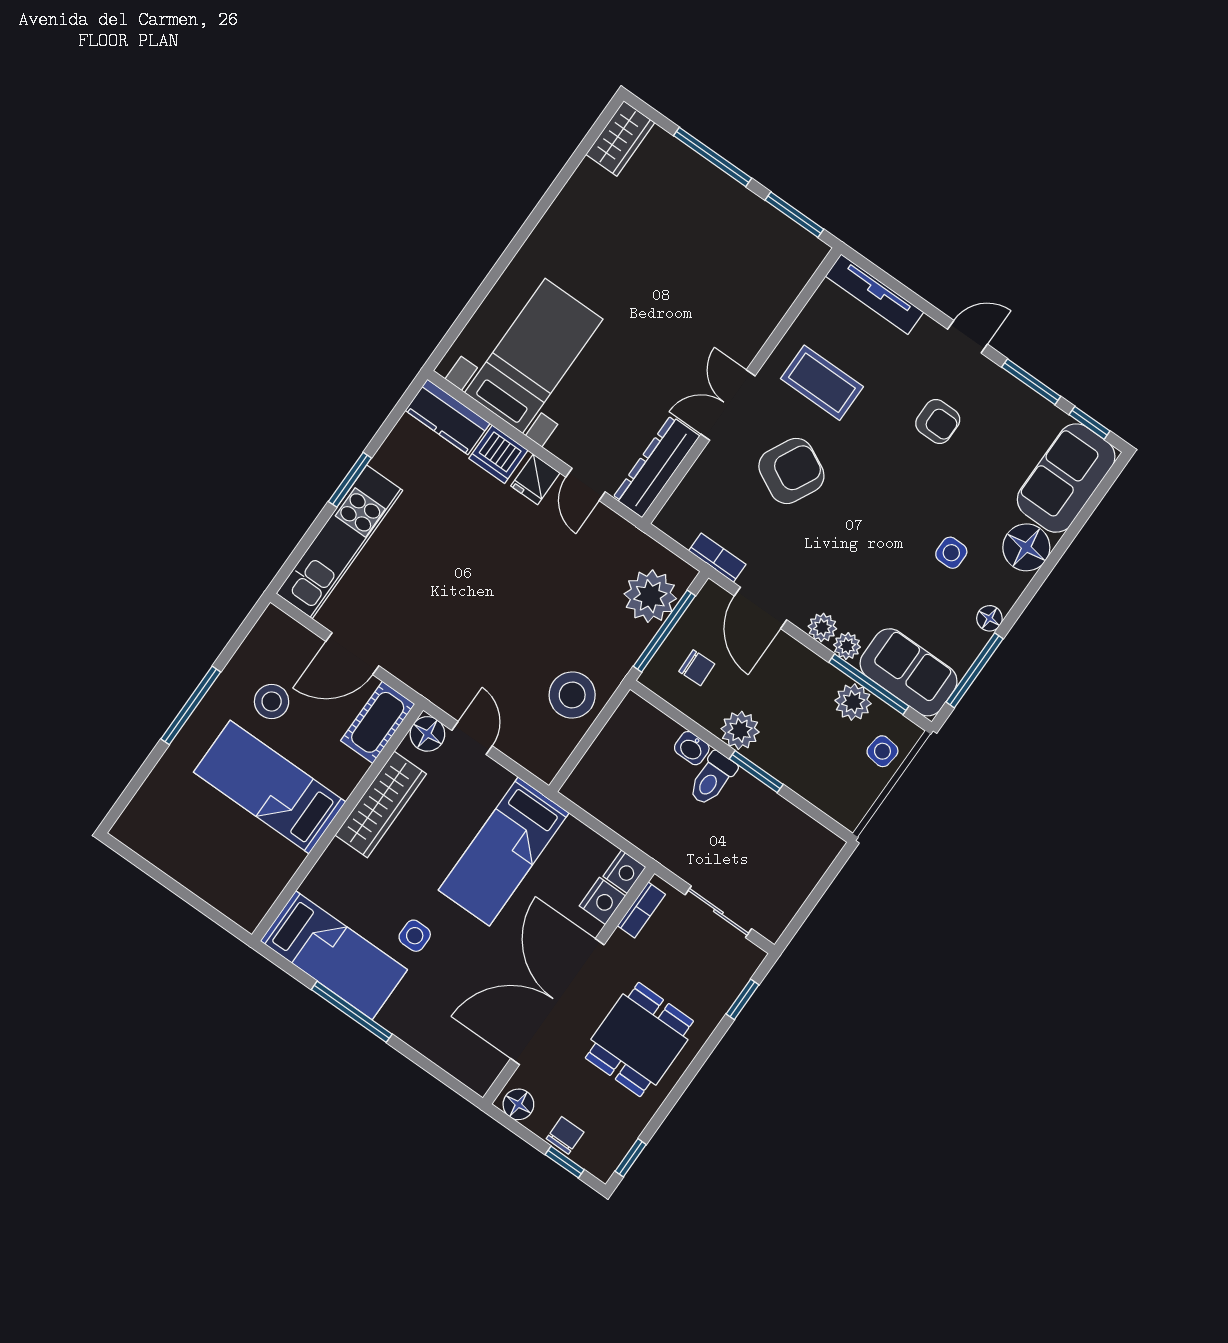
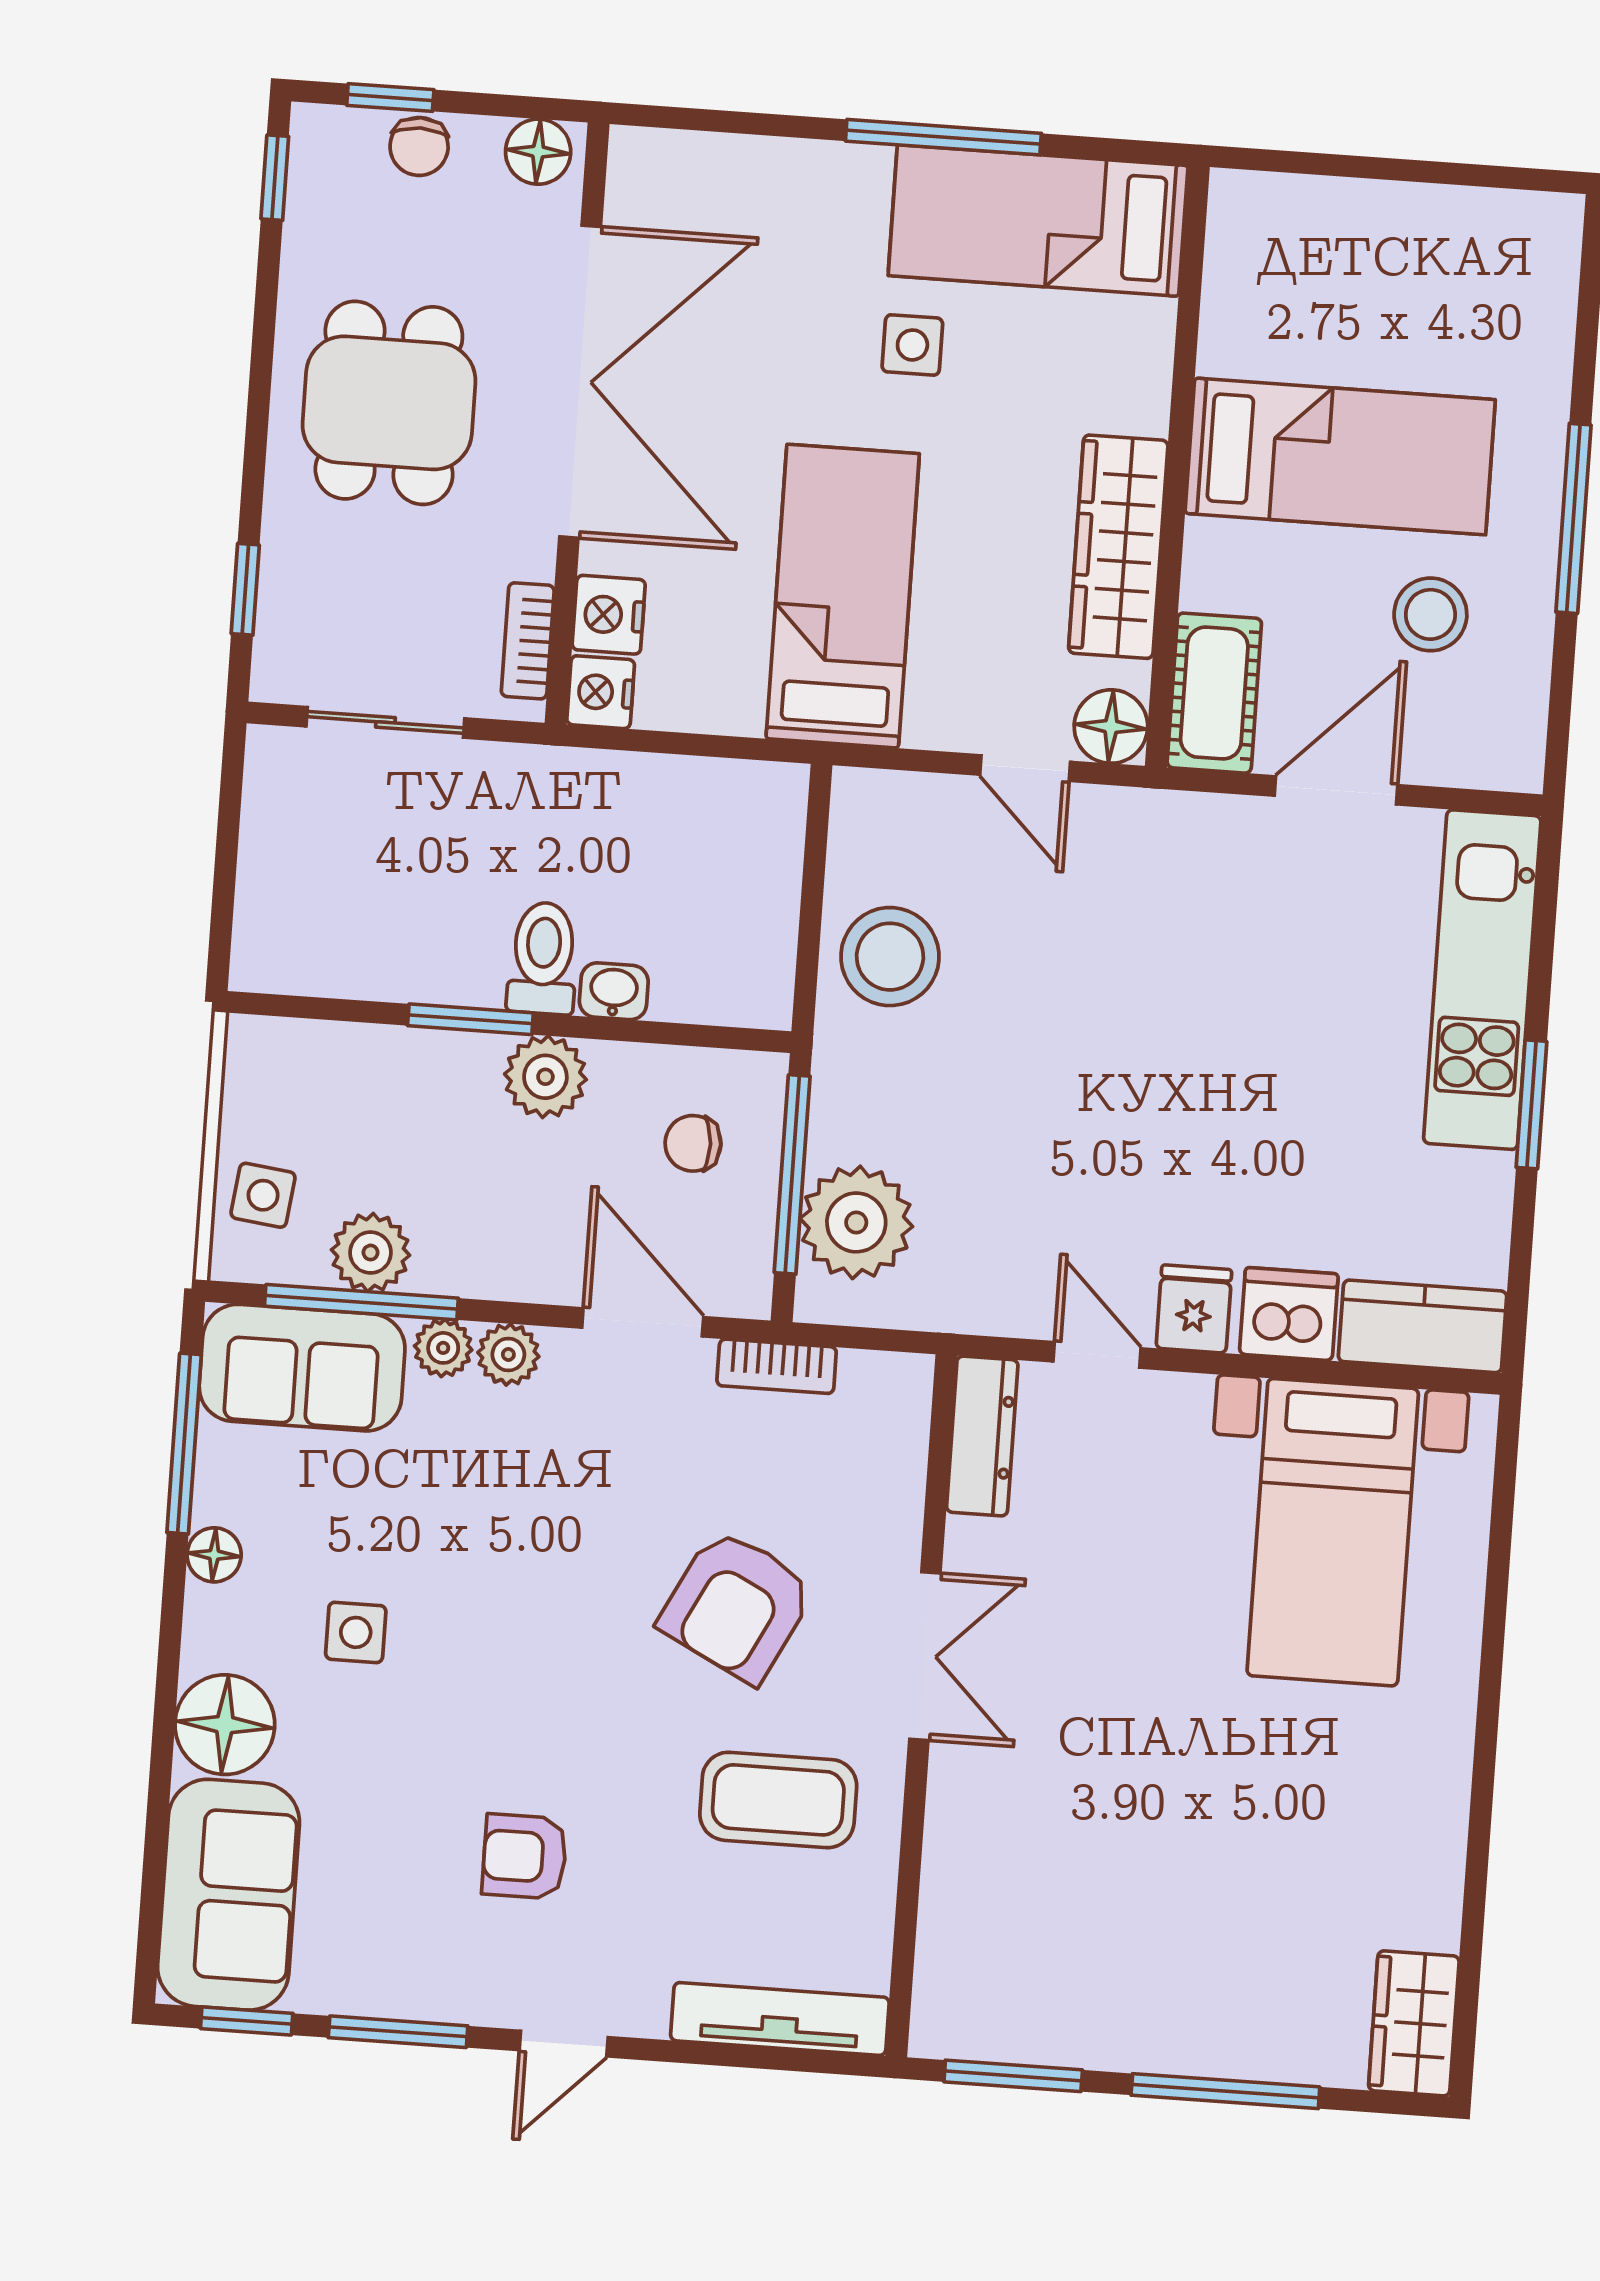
dresser: (656, 467) -> (982, 1436), width x0.73, depth x0.80

